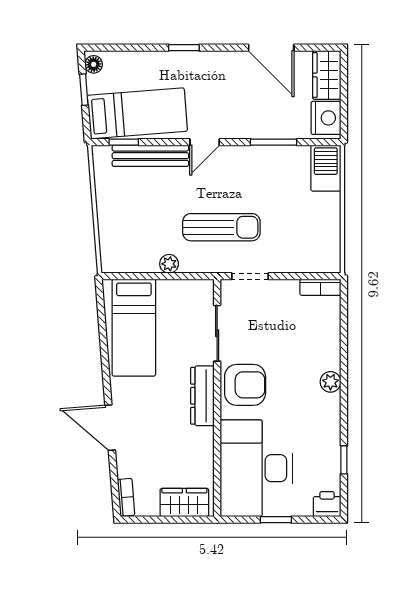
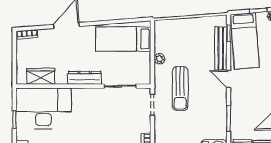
armchair: (245, 385) -> (91, 102), removed
wardrobe: (184, 502) -> (41, 76), moved, turned -90

